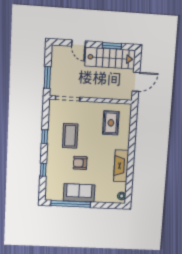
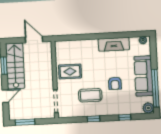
window: (47, 77) -> (25, 122), moved
rug: (111, 123) -> (70, 72), moved
sofa: (79, 193) -> (144, 76), width x1.36
plant: (51, 195) -> (148, 108), added

